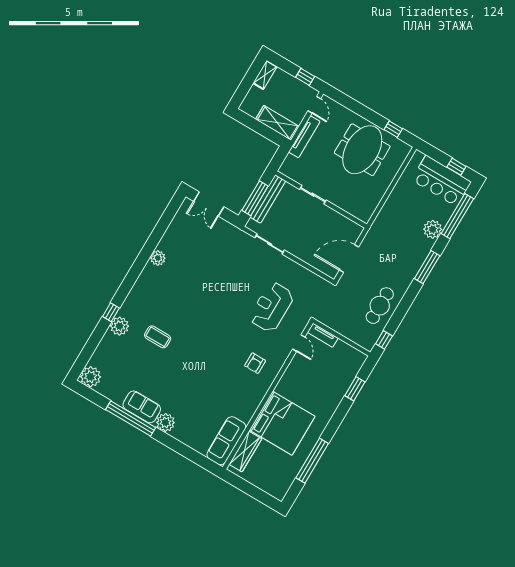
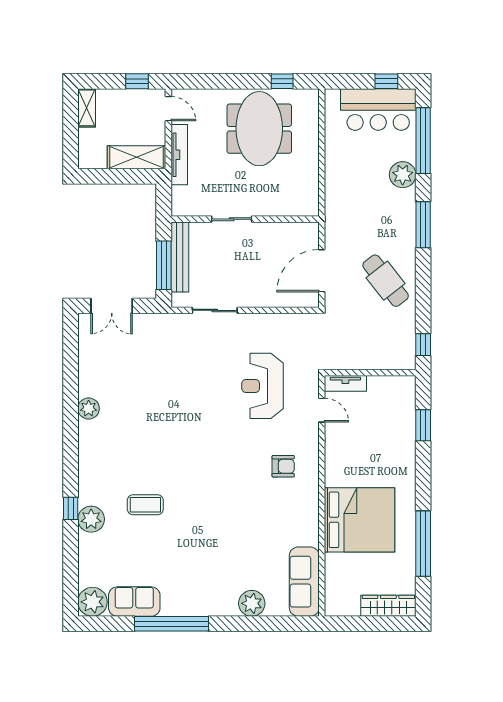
cafe table: (380, 306) -> (386, 281), moved, turned -38
armchair: (255, 363) -> (283, 466), turned -90
sofa: (142, 407) -> (134, 602), moved
plant: (165, 422) -> (252, 603), moved
wardrobe: (245, 452) -> (388, 606), moved, turned -90

